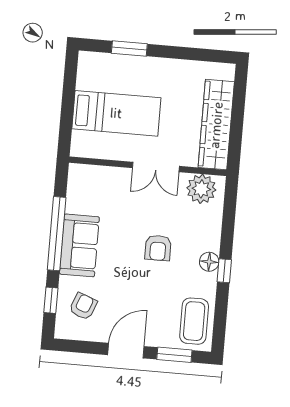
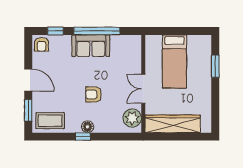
armchair: (83, 306) -> (41, 44), moved, turned 69

